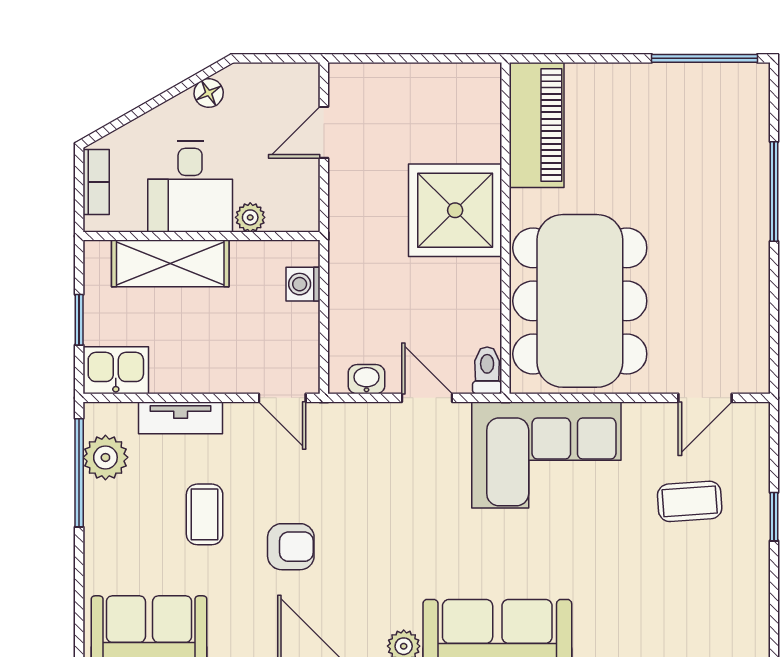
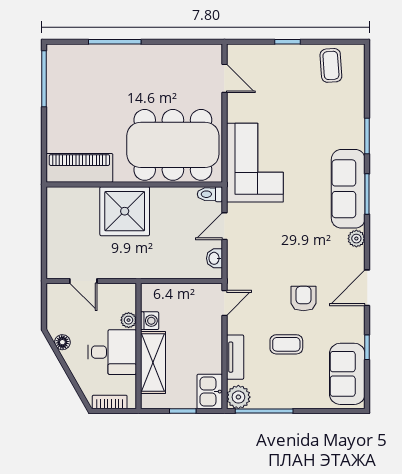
washing machine: (303, 284) -> (150, 321), moved, turned -90
plant: (105, 457) -> (238, 397), moved
coffee table: (690, 501) -> (331, 65), moved

